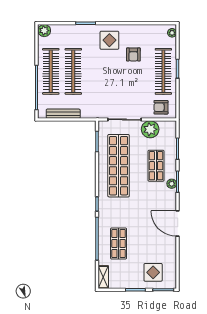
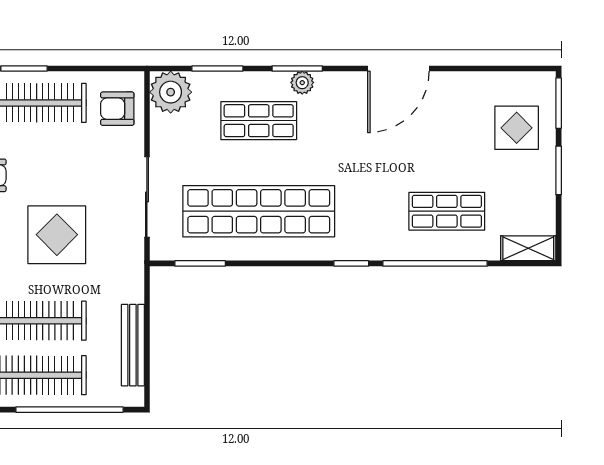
display table: (109, 82) -> (57, 235), added
armchair: (161, 107) -> (117, 109), turned 90
plant: (150, 129) -> (171, 92), moved

